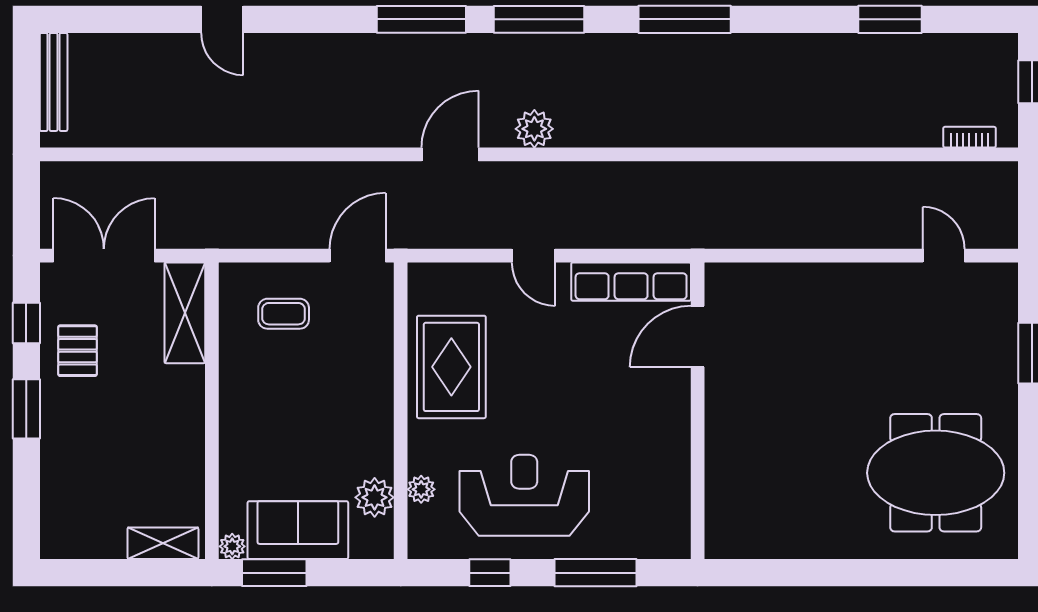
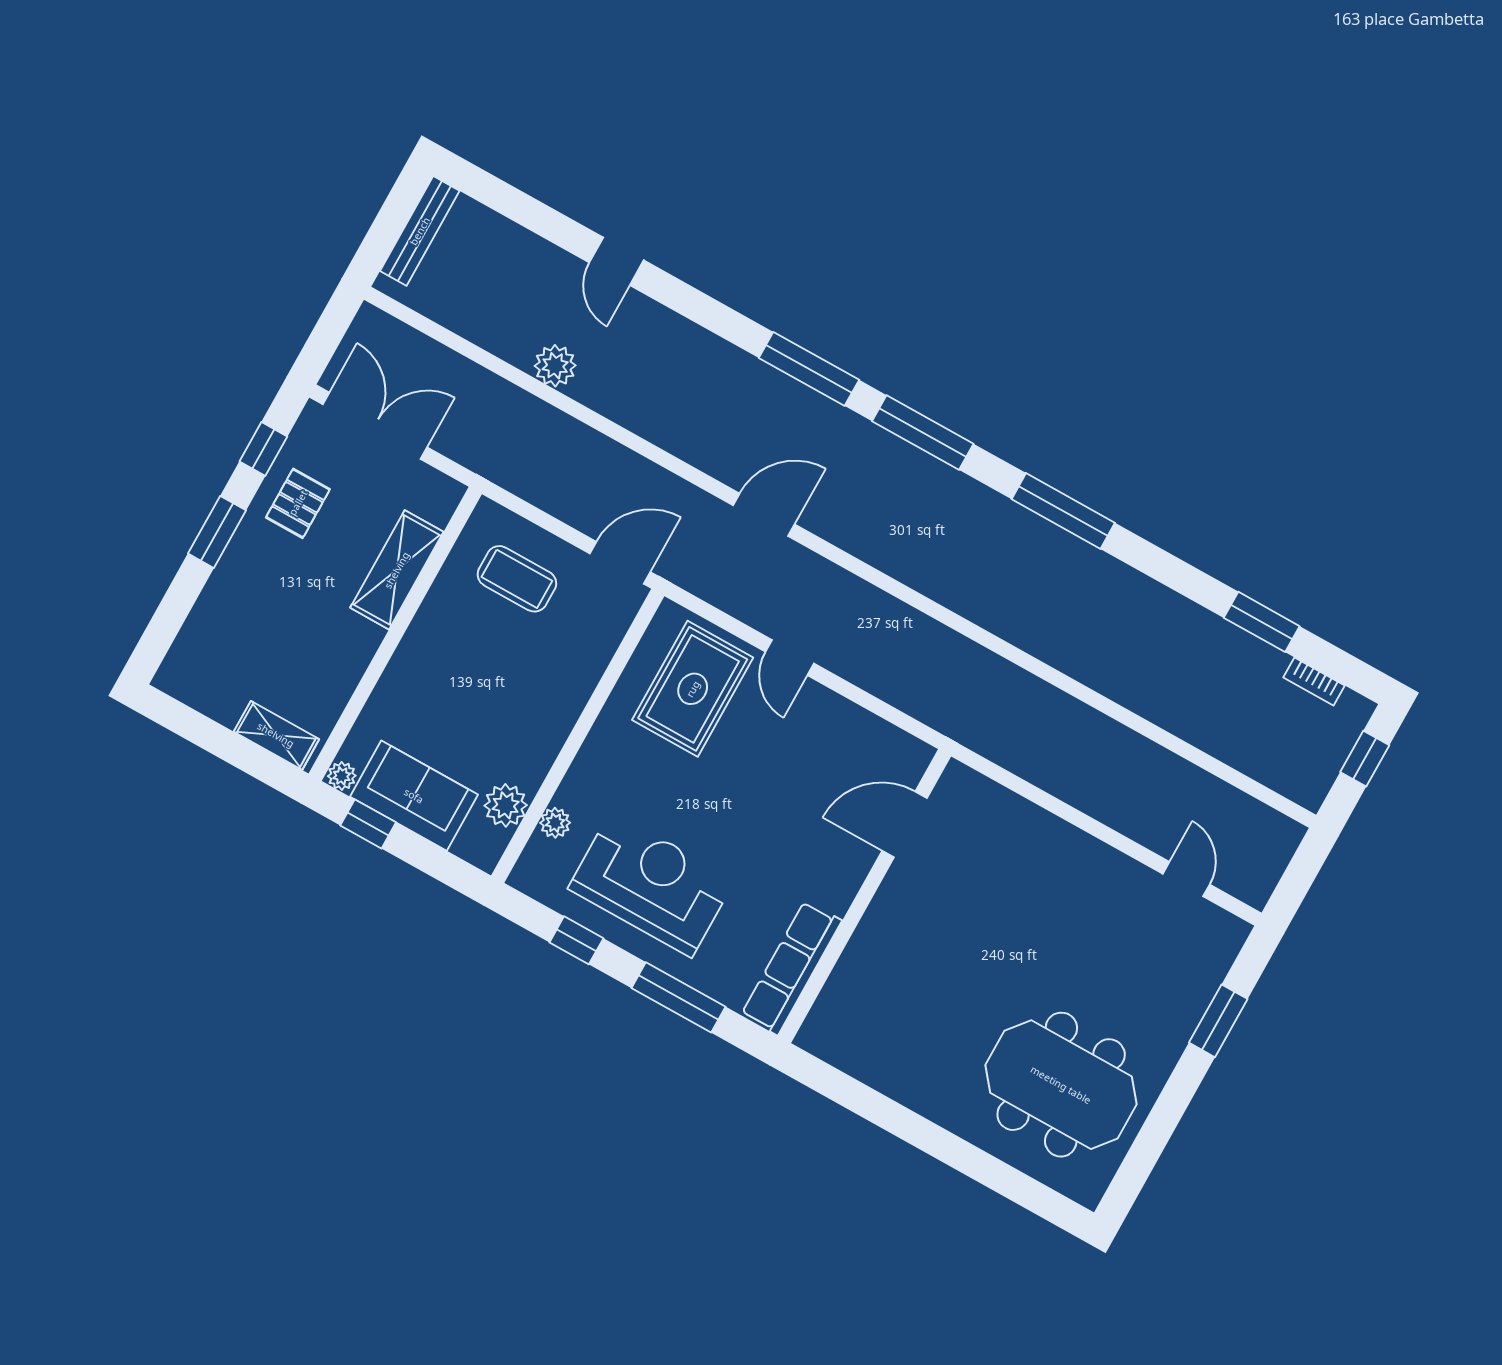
plant: (534, 129) -> (555, 366), moved
bookcase: (969, 137) -> (1314, 681), moved, turned 180
row of seats: (631, 282) -> (791, 968), moved, turned 90
shelving: (185, 313) -> (397, 570), moved
coffee table: (284, 314) -> (517, 579), width x1.36, depth x1.30
rug: (451, 367) -> (693, 689), moved
window: (274, 573) -> (368, 824), width x0.67

